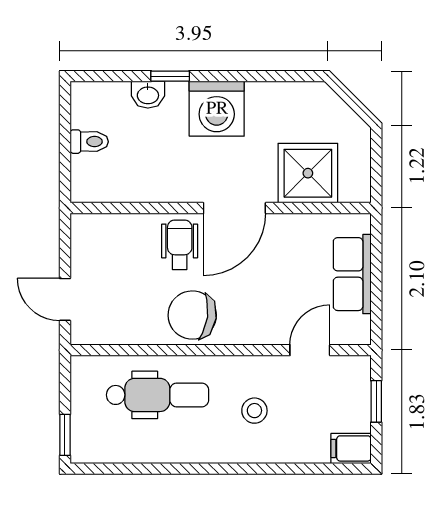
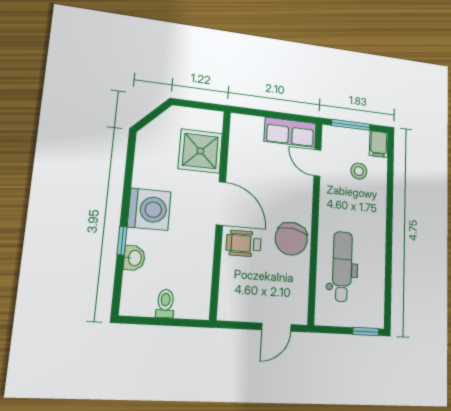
row of seats: (352, 274) -> (290, 132), moved
window: (376, 401) -> (351, 125), width x1.50
stool: (254, 411) -> (359, 171), moved

